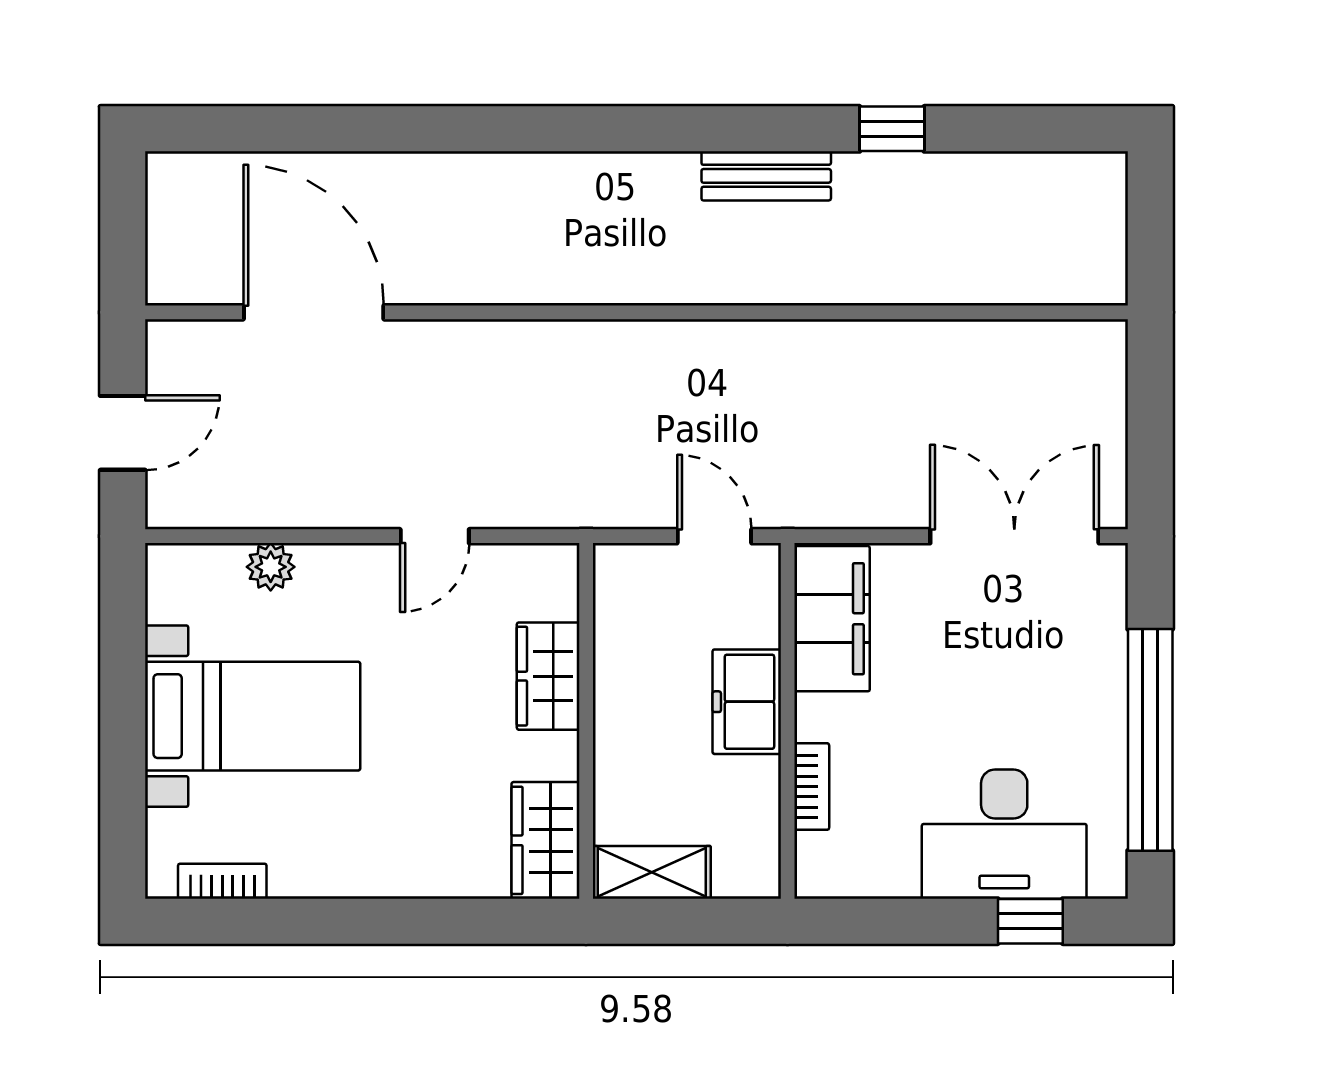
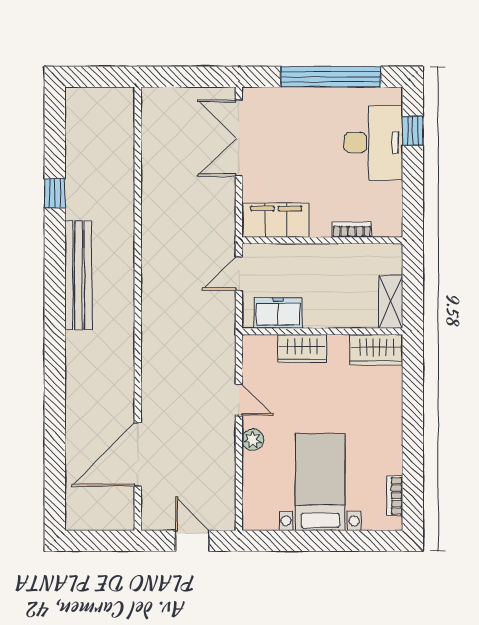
bench: (766, 176) -> (78, 275), width x1.86, depth x1.21
plant: (271, 567) -> (253, 440), moved
freezer: (747, 702) -> (278, 313), moved, turned 180

